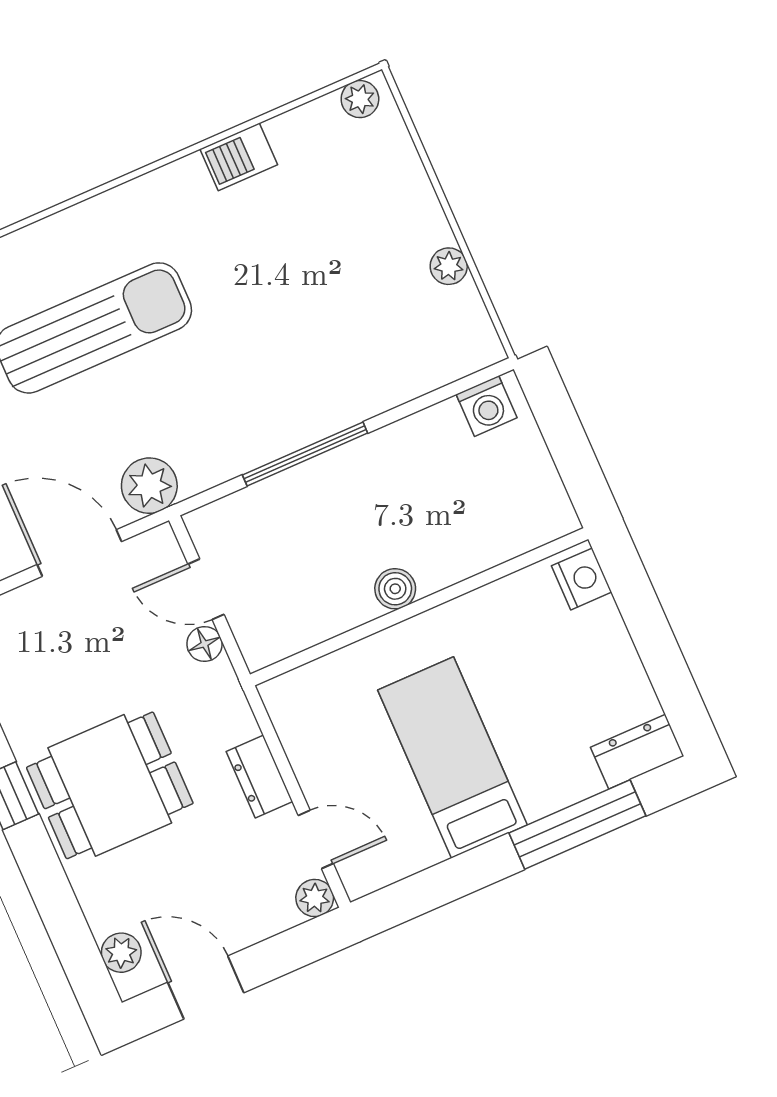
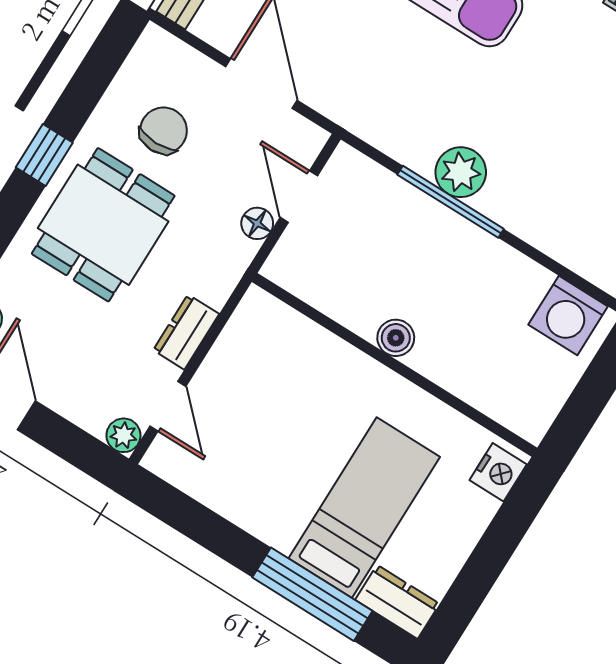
washing machine: (487, 406) -> (568, 315), width x1.38, depth x1.38
plant: (149, 486) -> (461, 172), moved
chair: (61, 672) -> (164, 131), added
bed: (453, 758) -> (364, 508), moved
dining table: (110, 785) -> (103, 225), turned 90

